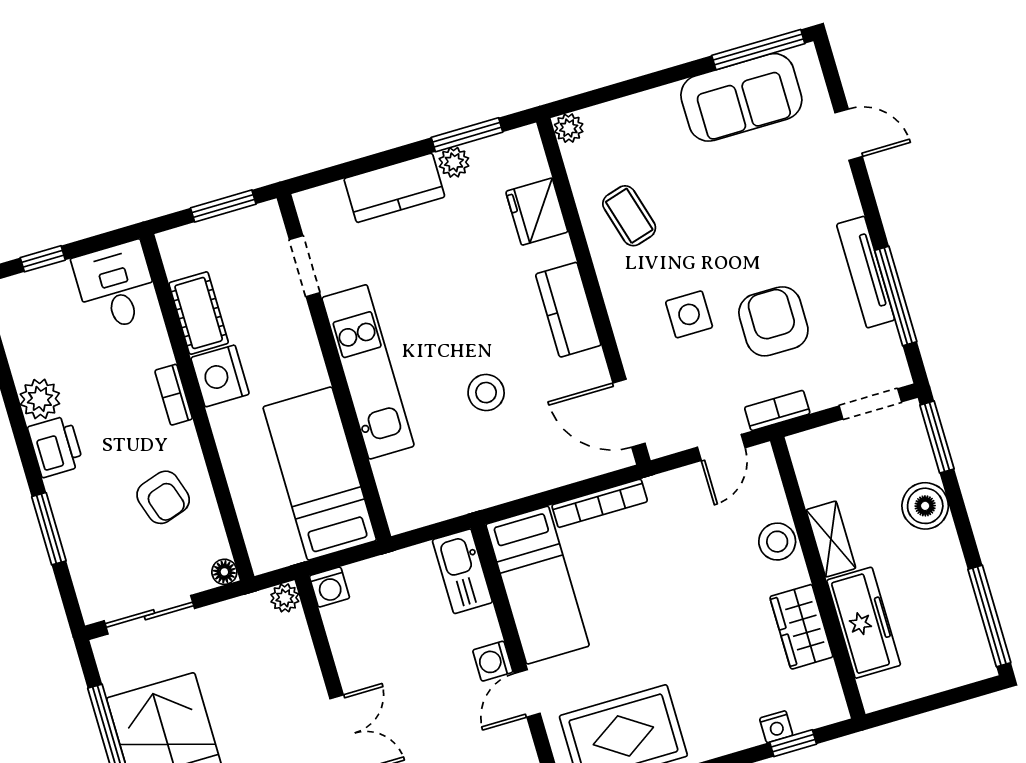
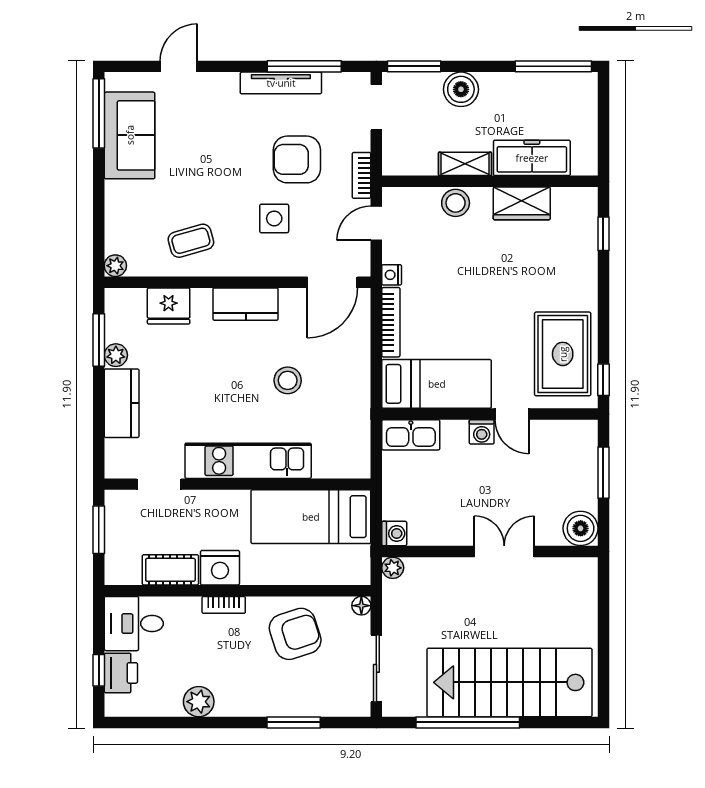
printer: (56, 446) -> (121, 673), moved, turned 90
door: (721, 447) -> (376, 223), swing flipped
armchair: (163, 497) -> (295, 634), width x1.38, depth x1.38
nightstand: (776, 727) -> (392, 275), moved, turned 180

